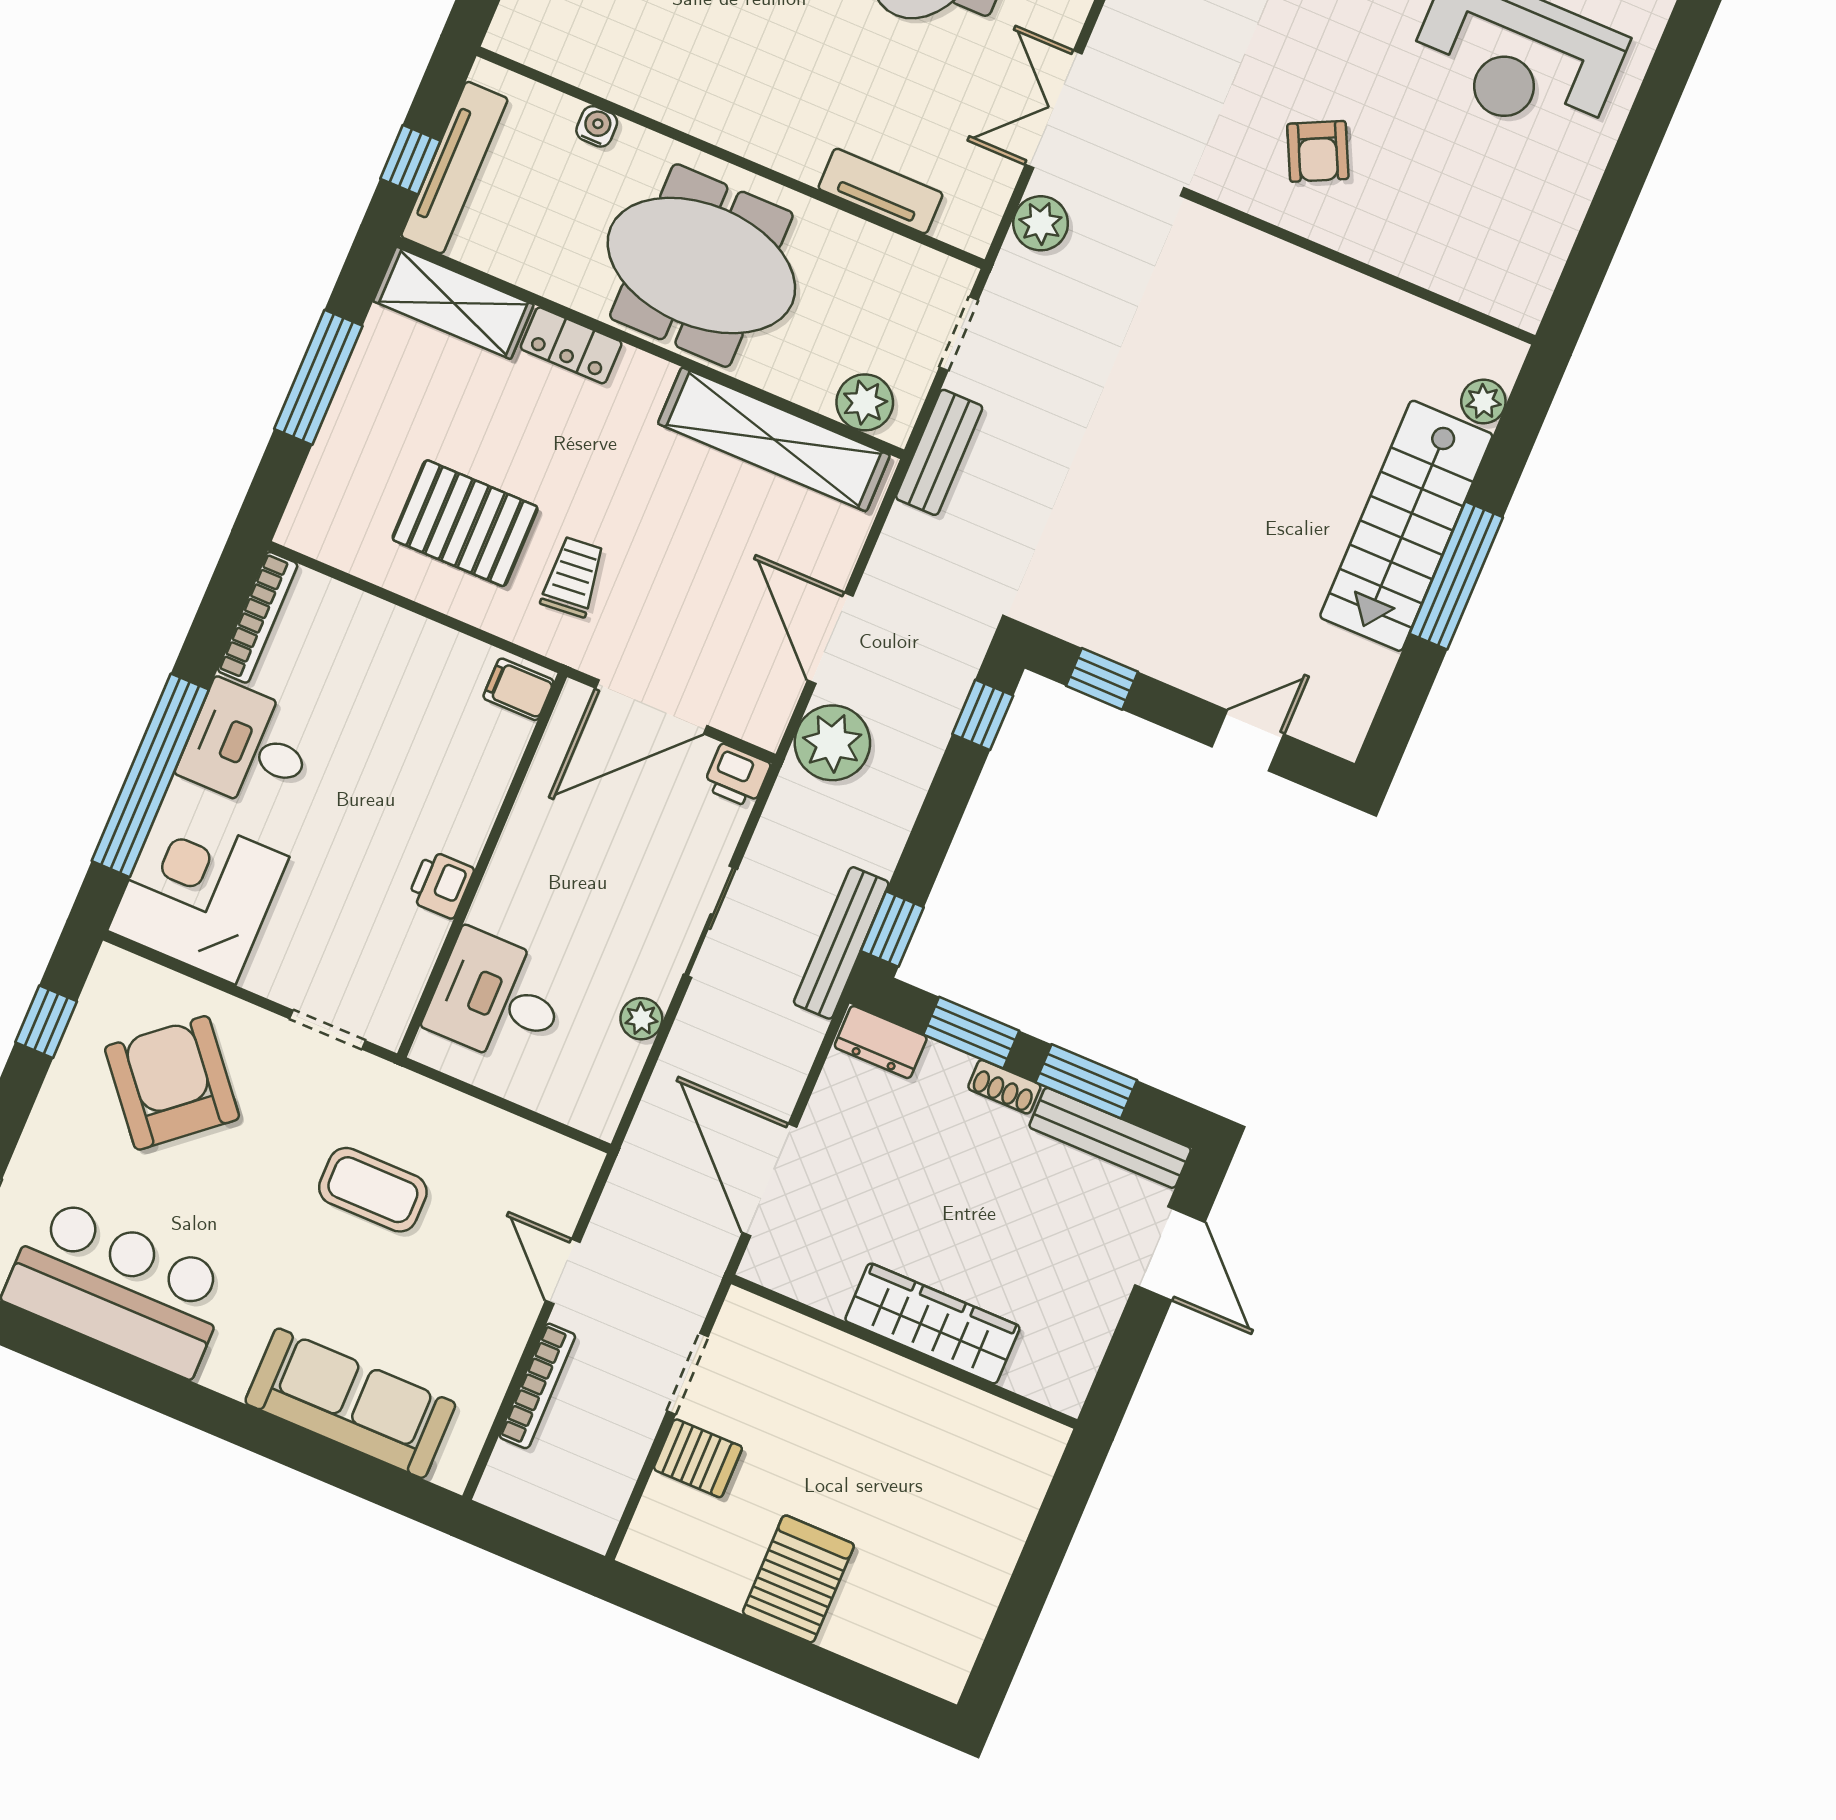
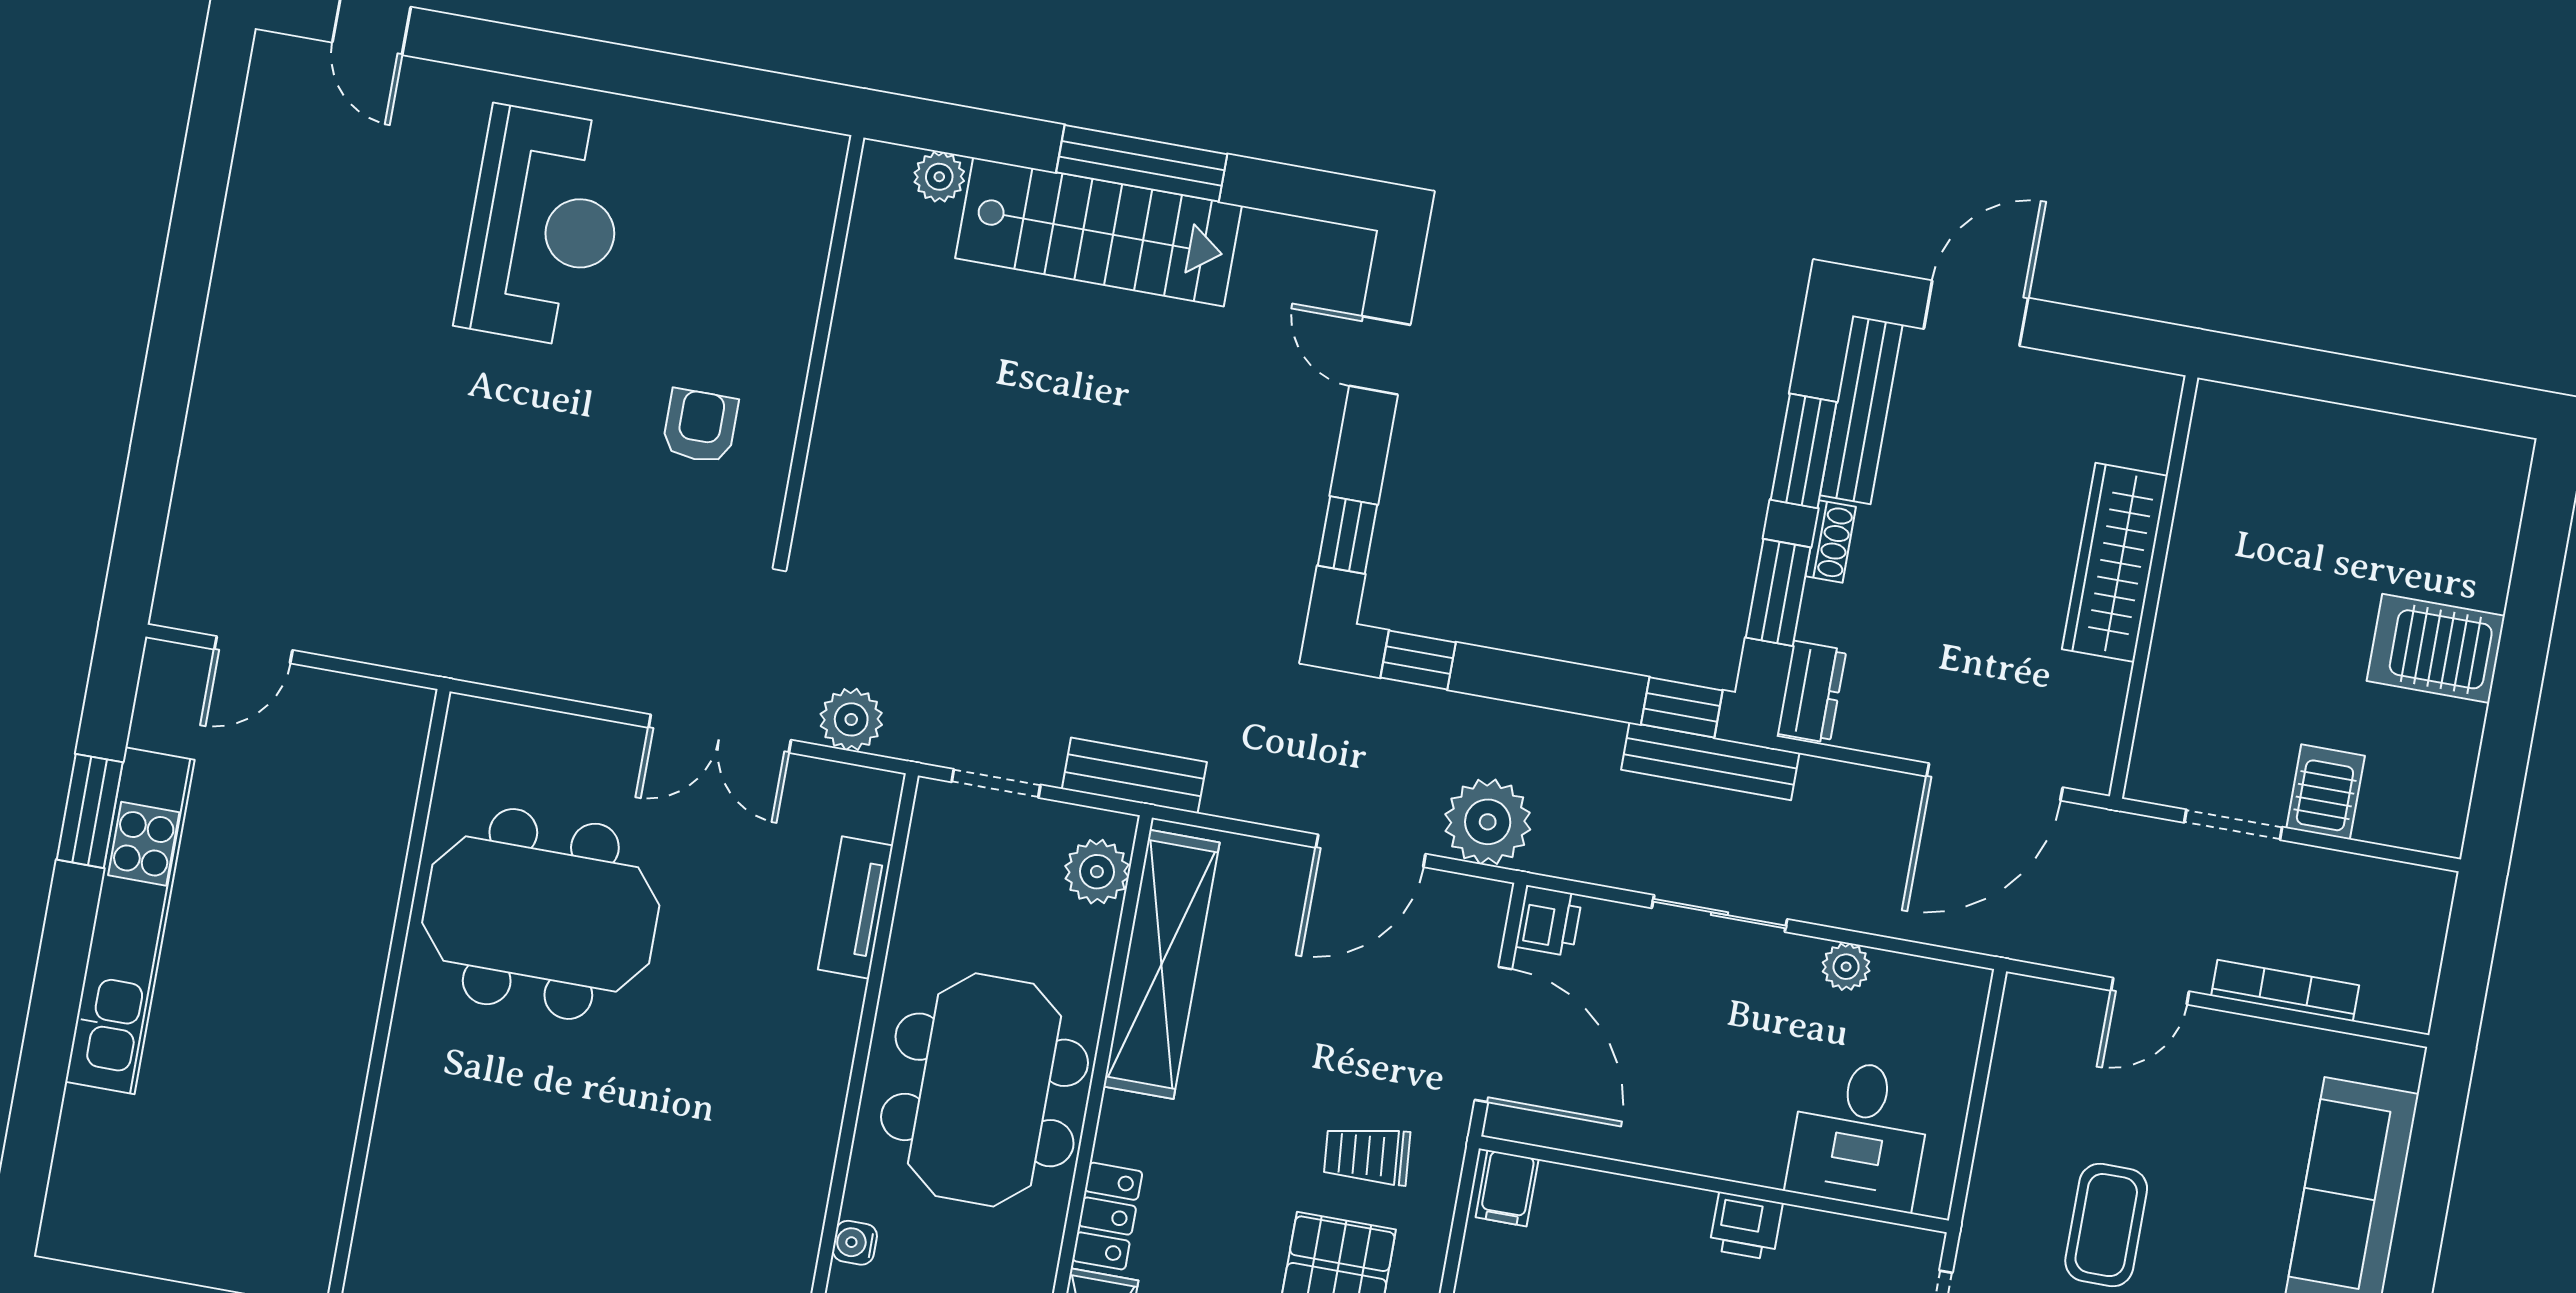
armchair: (1318, 151) -> (700, 426), turned -64

